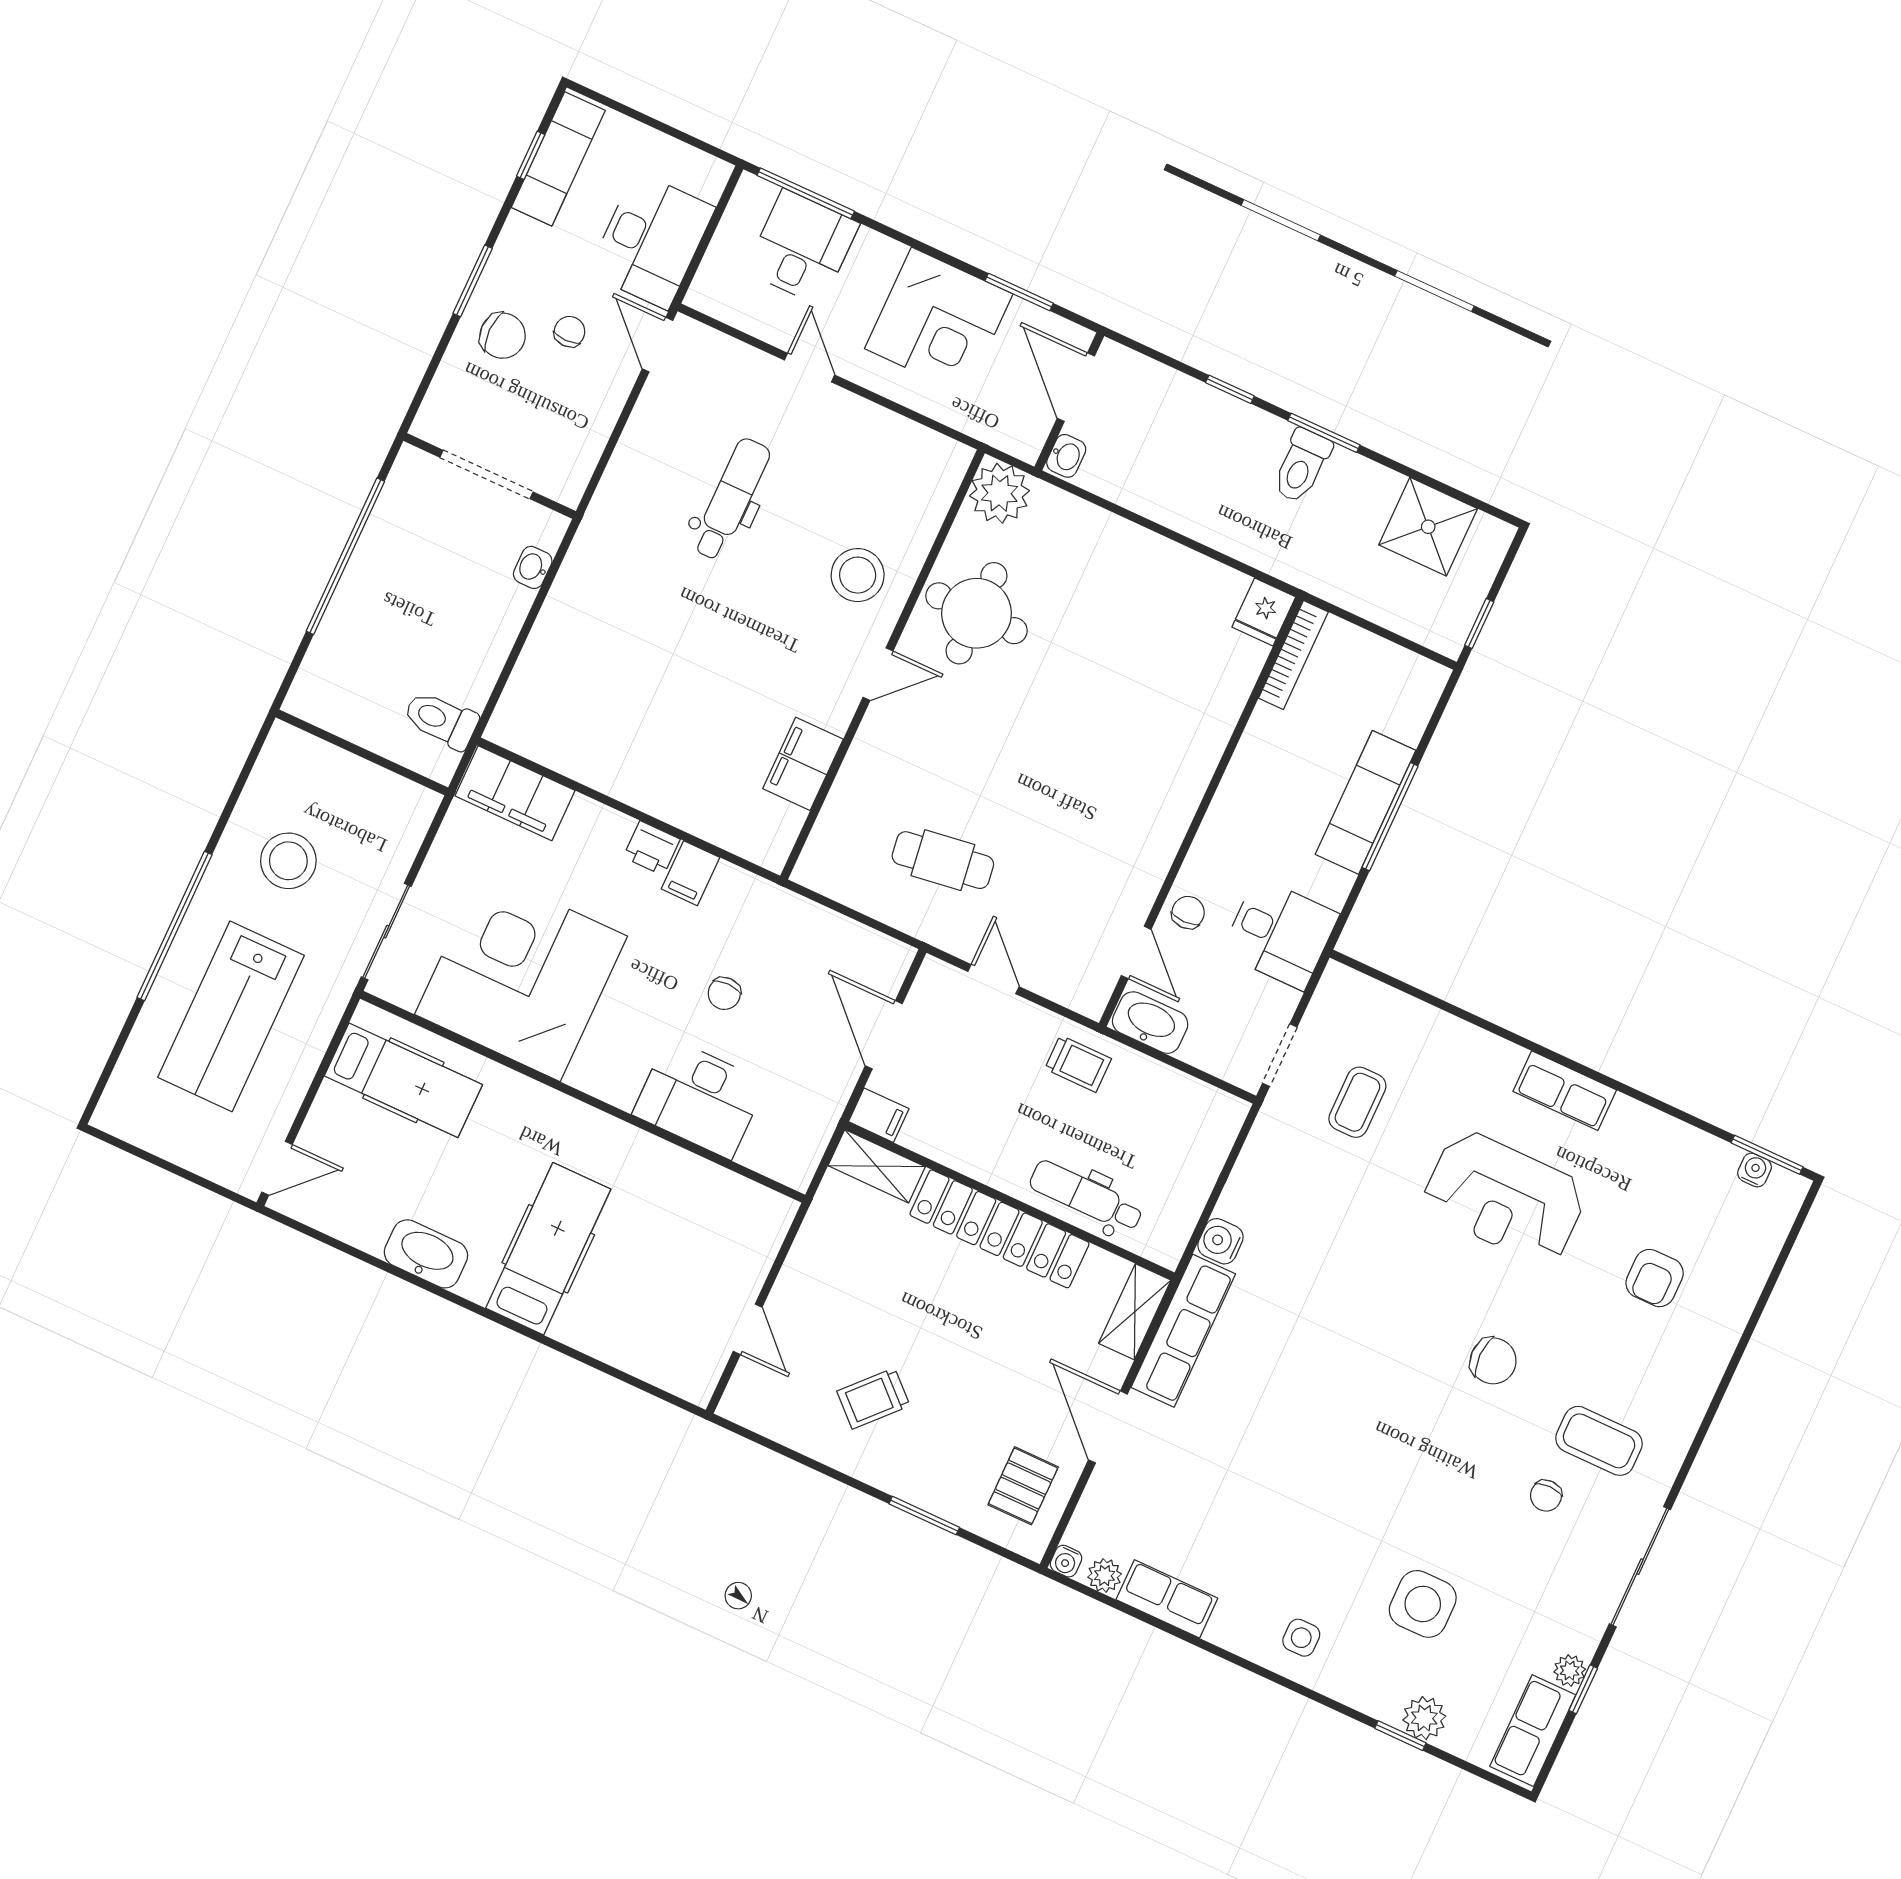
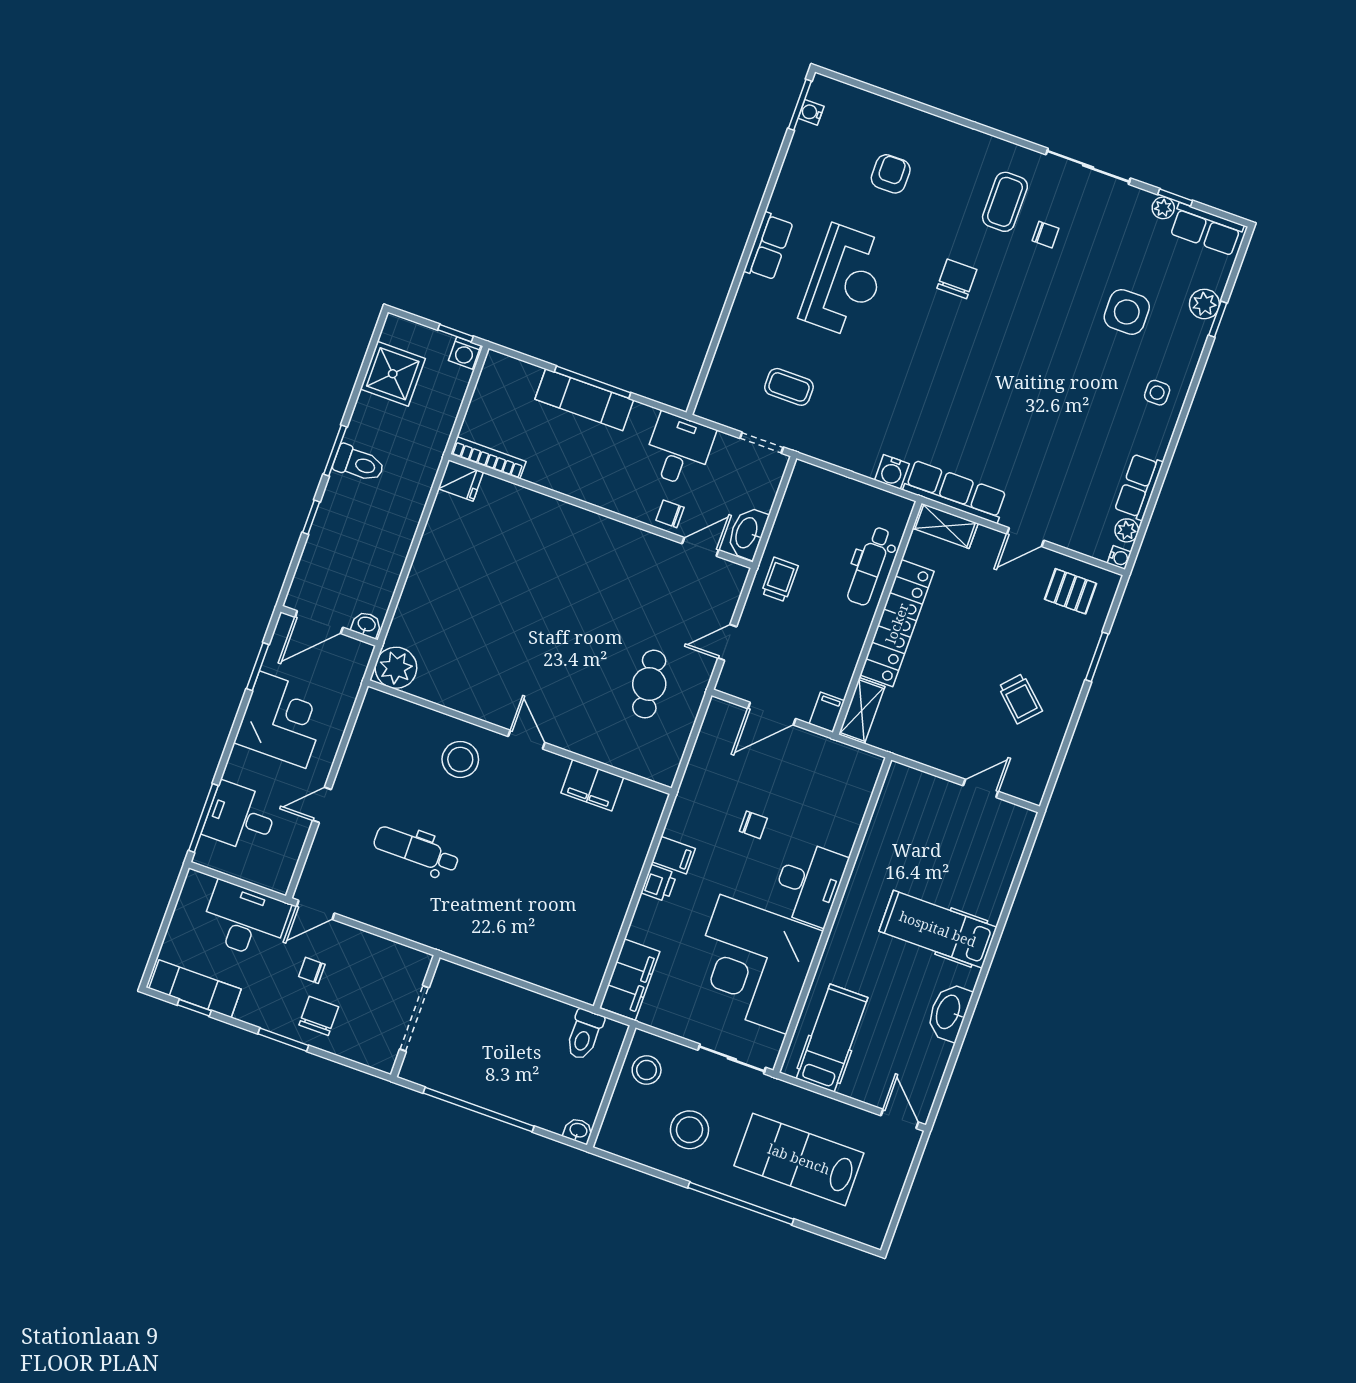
washbasin: (533, 567) -> (578, 1131), moved, turned 180
round table: (976, 613) -> (479, 676), removed
washing machine: (1449, 634) -> (465, 353), added
stool: (381, 806) -> (647, 1070), added
lab bench: (231, 1016) -> (799, 1159), turned 180
desk: (700, 1098) -> (809, 883), moved
armchair: (1655, 1278) -> (891, 174), turned -90
door: (1108, 1427) -> (1025, 537), width x0.73

